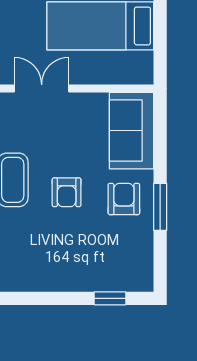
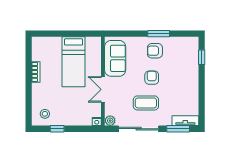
sofa: (132, 131) -> (115, 58), moved, turned -90
armchair: (67, 192) -> (152, 78), turned -90

